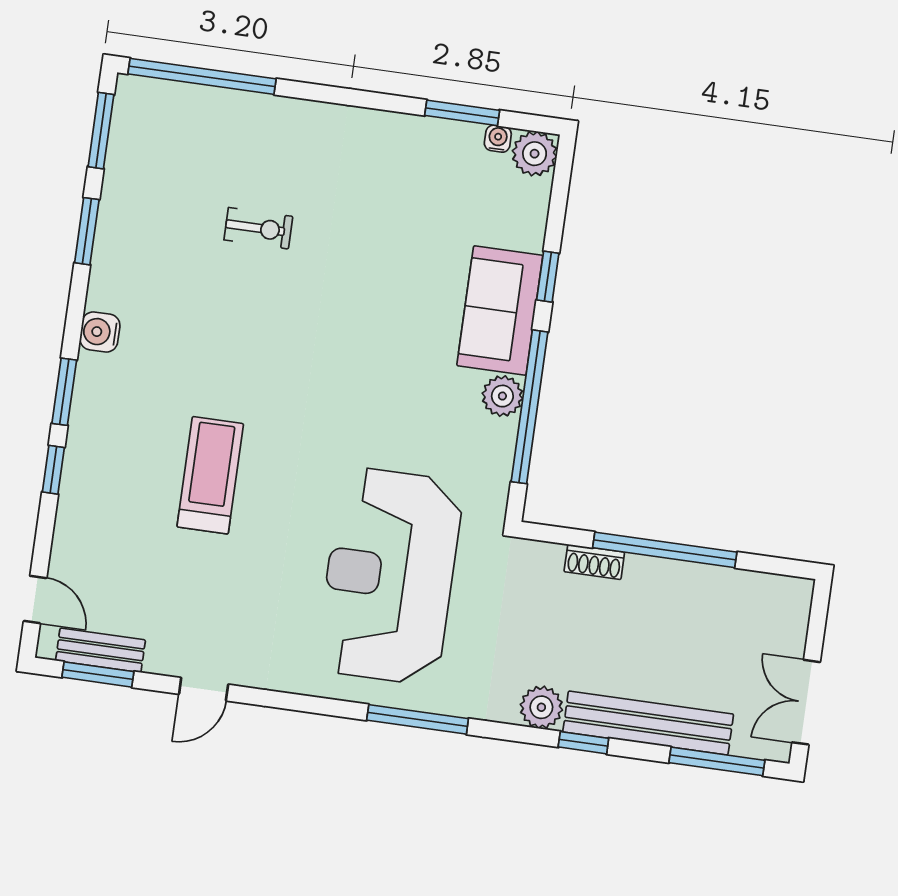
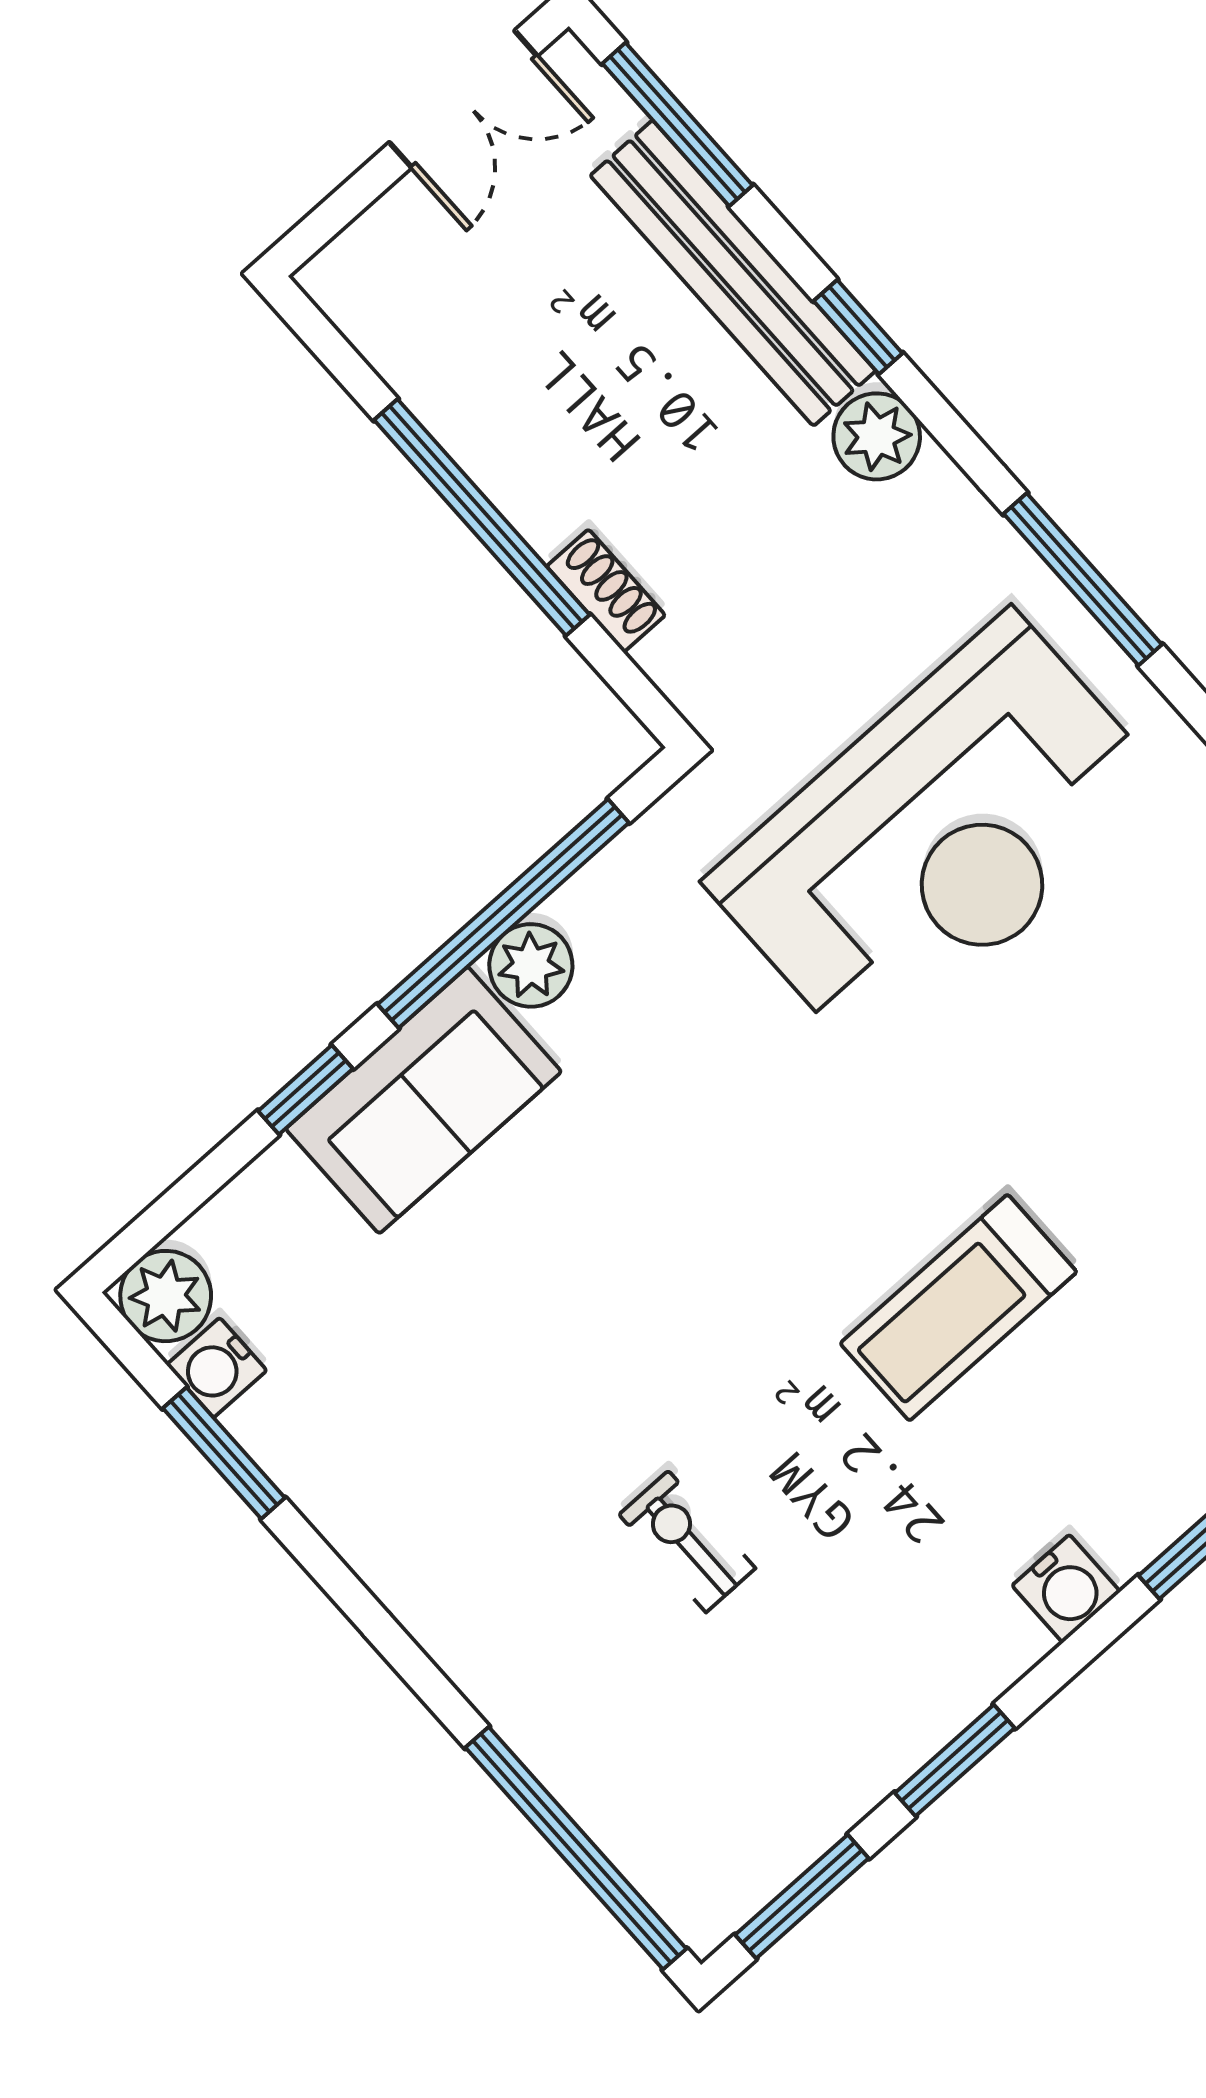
water cooler: (498, 139) -> (217, 1368), width x1.38, depth x1.38
treadmill: (210, 475) -> (958, 1308), moved

